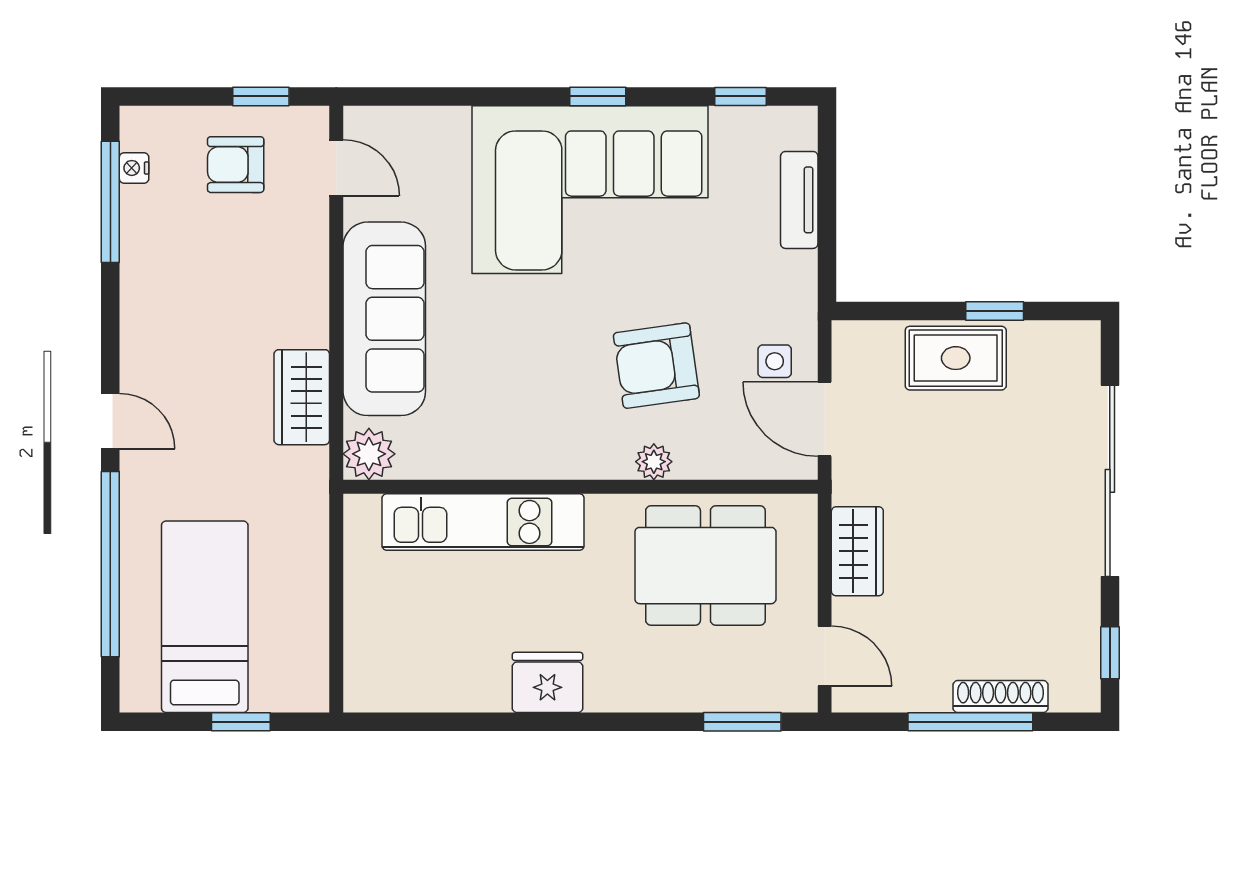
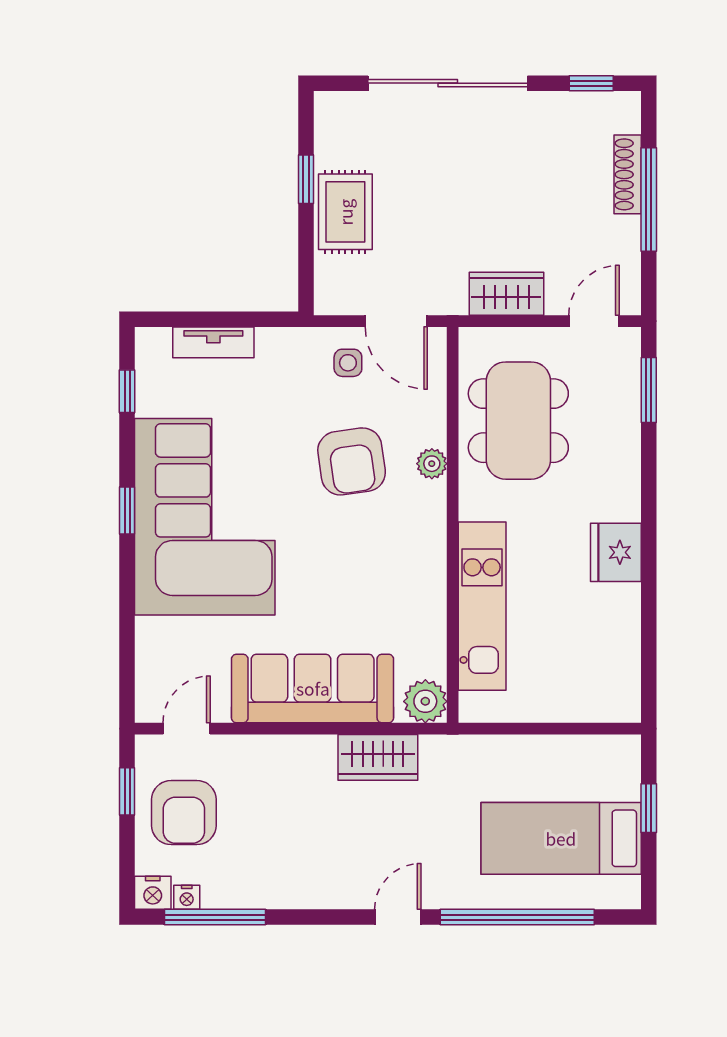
nightstand: (139, 127) -> (153, 893), added
armchair: (236, 165) -> (184, 813), width x1.38, depth x1.38
door: (825, 419) -> (396, 321), hinge flipped

